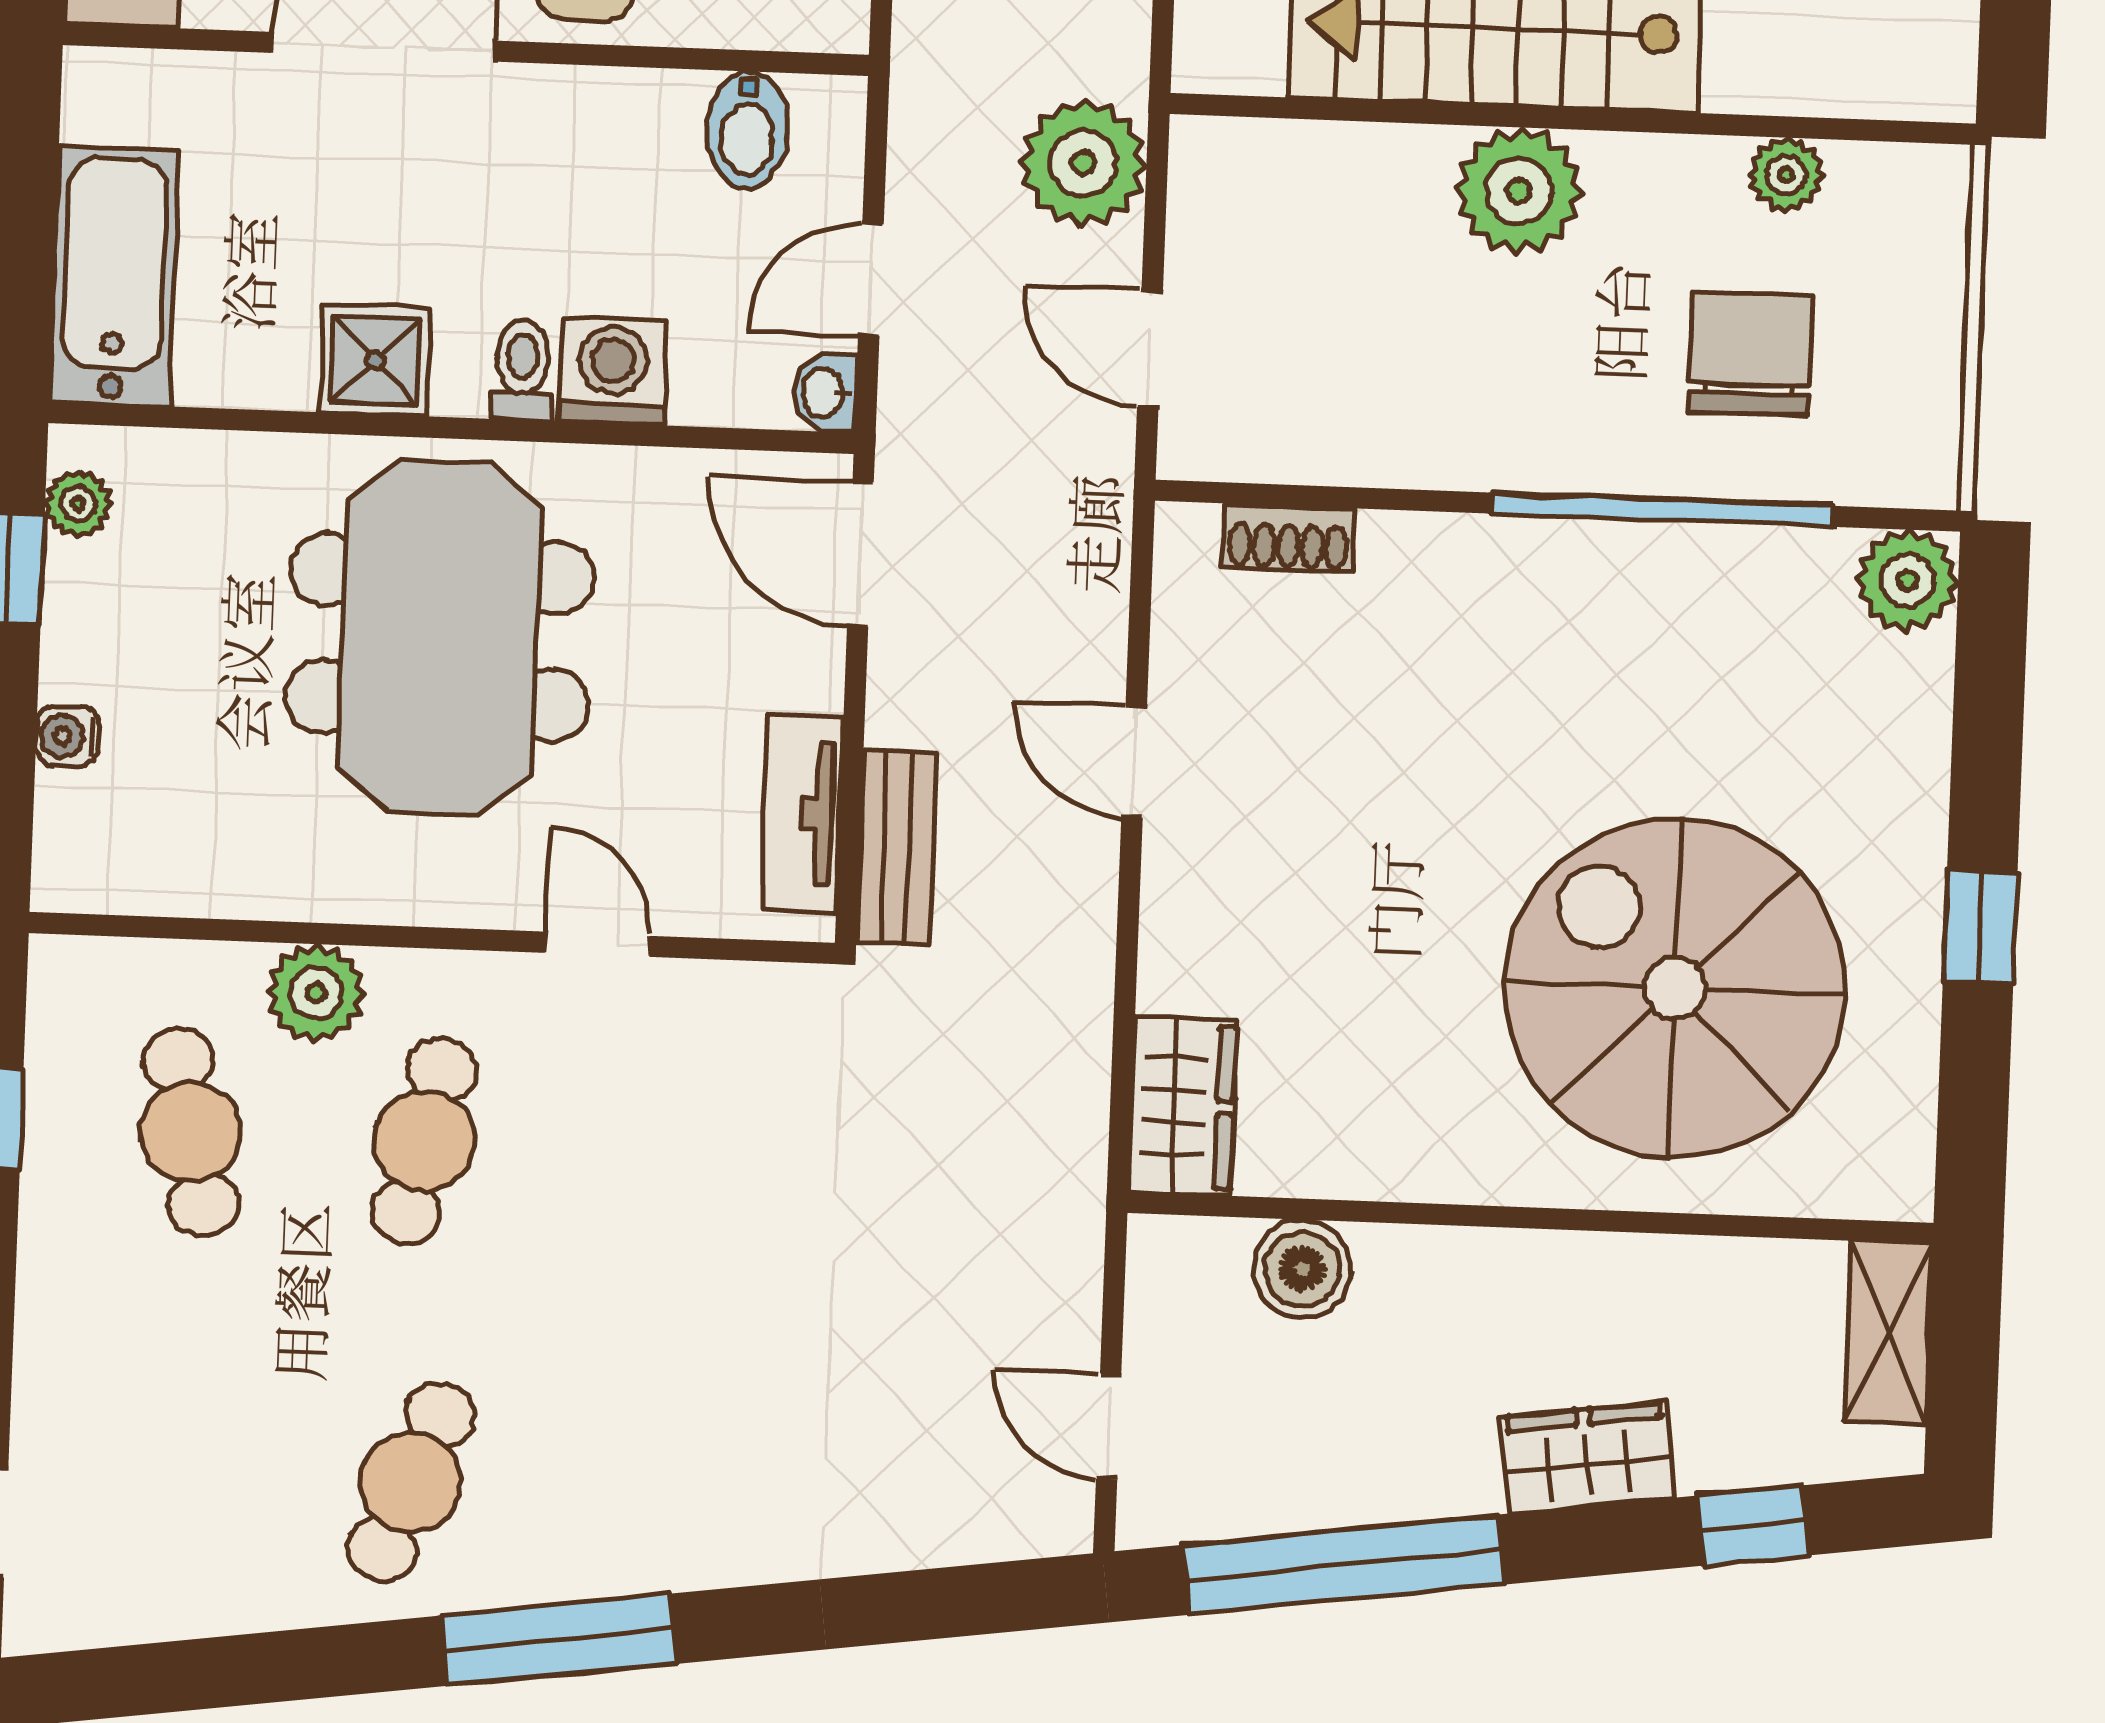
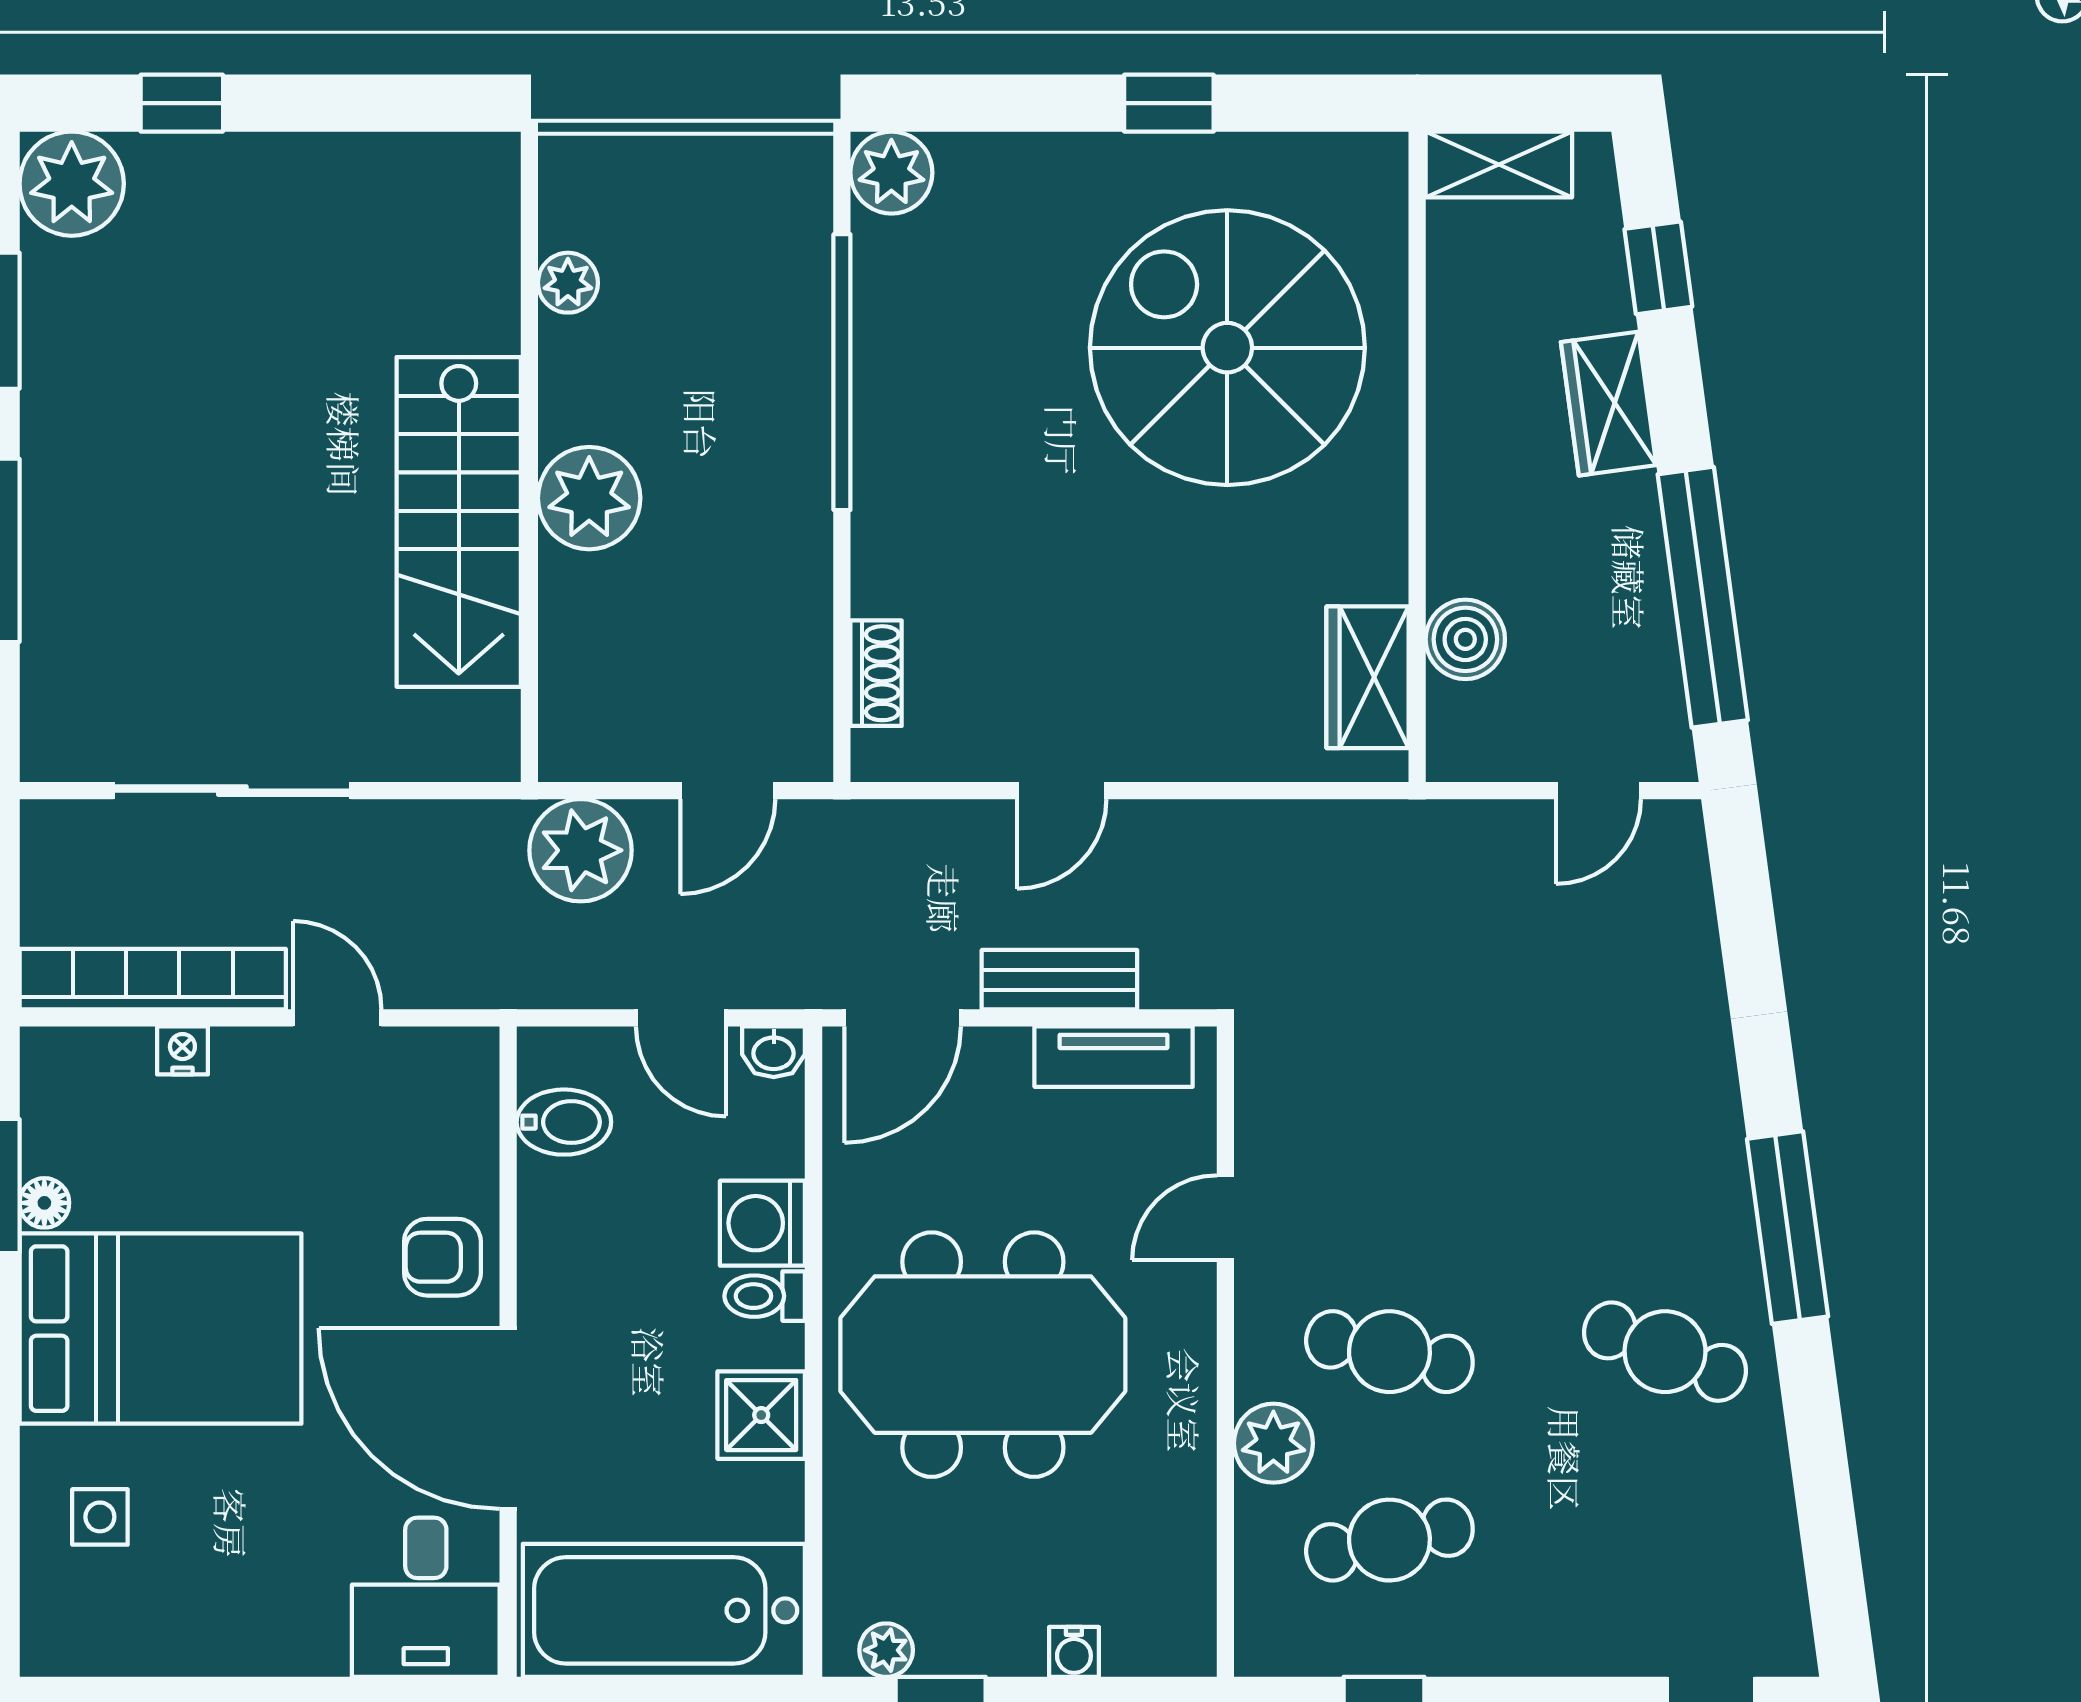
bathtub: (114, 276) -> (664, 1610), width x1.36, depth x1.36
chair: (1750, 353) -> (713, 306), removed
bench: (896, 848) -> (1059, 980), moved
spiral stairs: (1675, 988) -> (1227, 348), turned 90
wardrobe: (1182, 1106) -> (1368, 677), moved, turned -90

